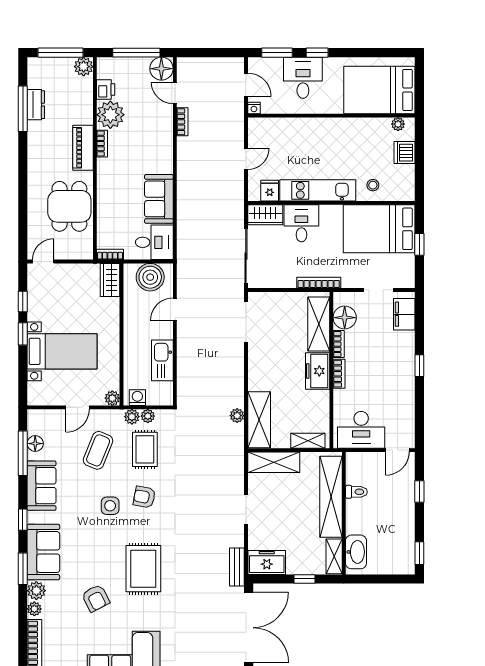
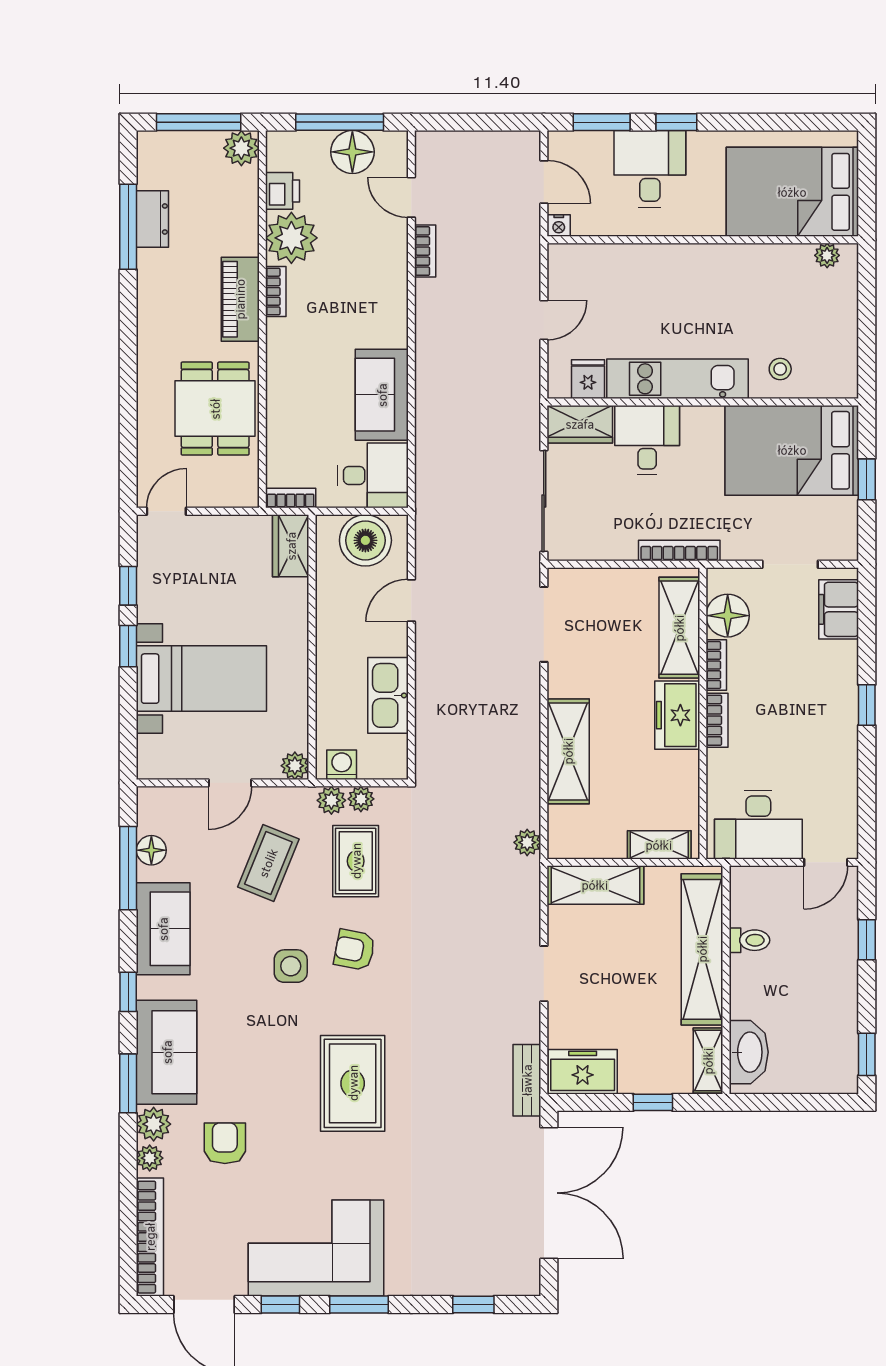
floor lamp: (161, 69) -> (352, 152), moved
dishwasher: (405, 153) -> (839, 308), removed
plant: (237, 416) -> (527, 842), moved
shelving: (259, 420) -> (568, 751), moved
armchair: (96, 598) -> (225, 1143), moved, turned -153

